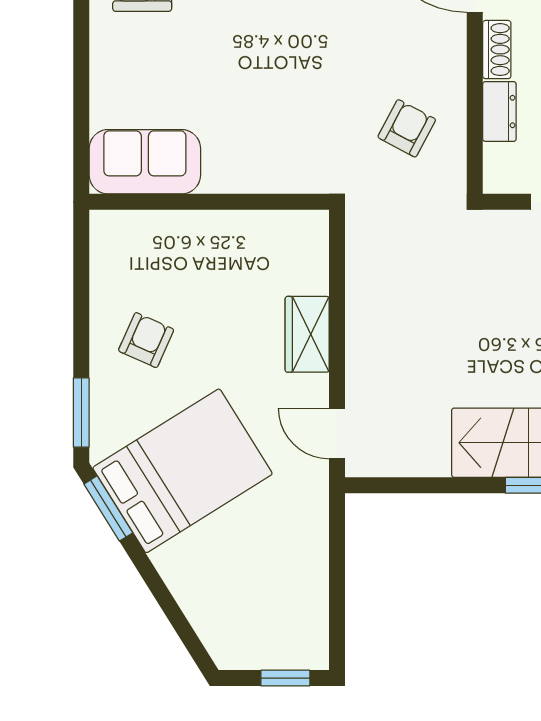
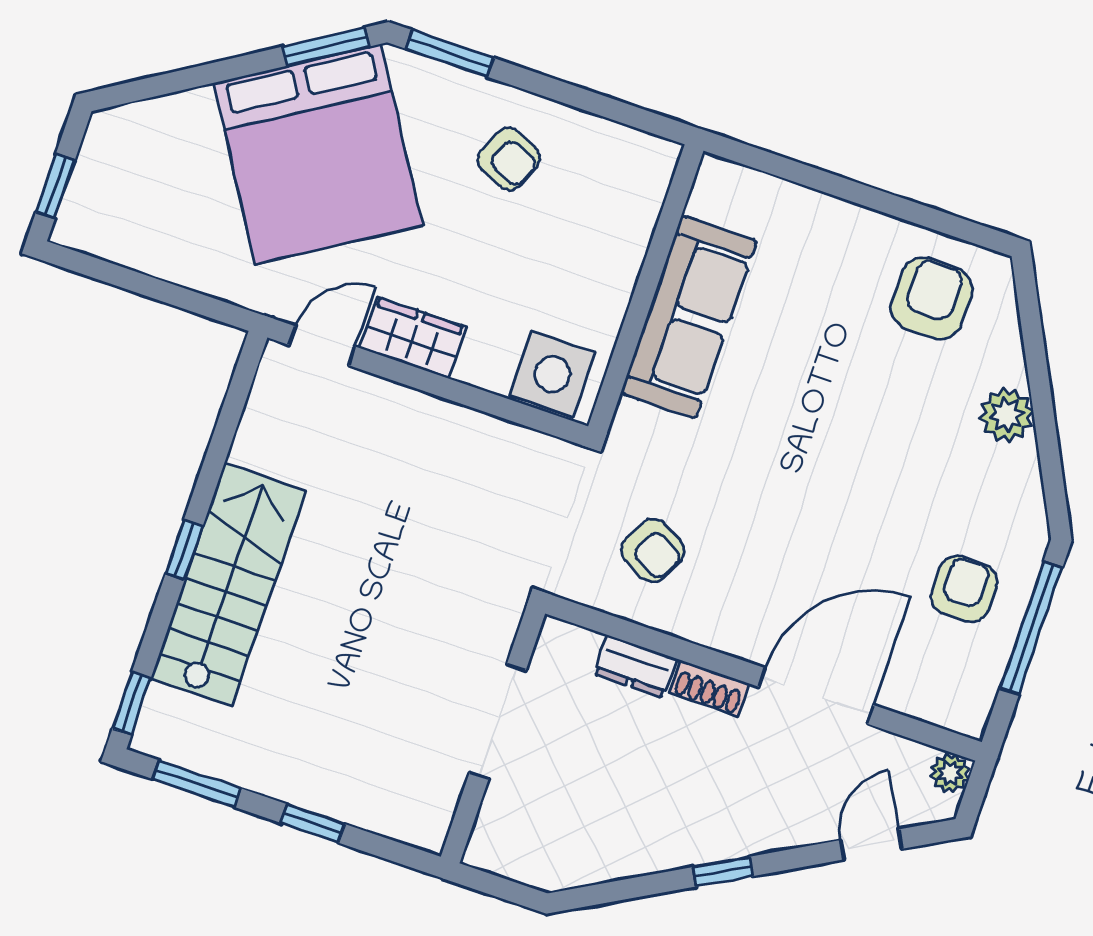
sofa: (145, 162) -> (689, 317), moved, width x1.36
side table: (299, 251) -> (552, 374), added
wardrobe: (307, 334) -> (413, 338), moved
bed: (183, 471) -> (318, 154), width x1.36

